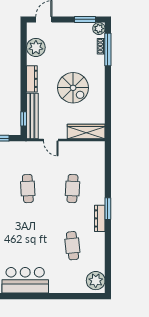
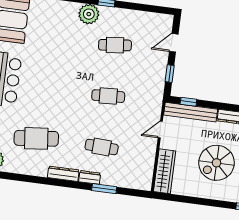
dresser: (100, 195) -> (90, 177), added
window: (108, 209) -> (104, 189), moved
cafe table: (72, 246) -> (36, 138), width x1.37, depth x1.35

